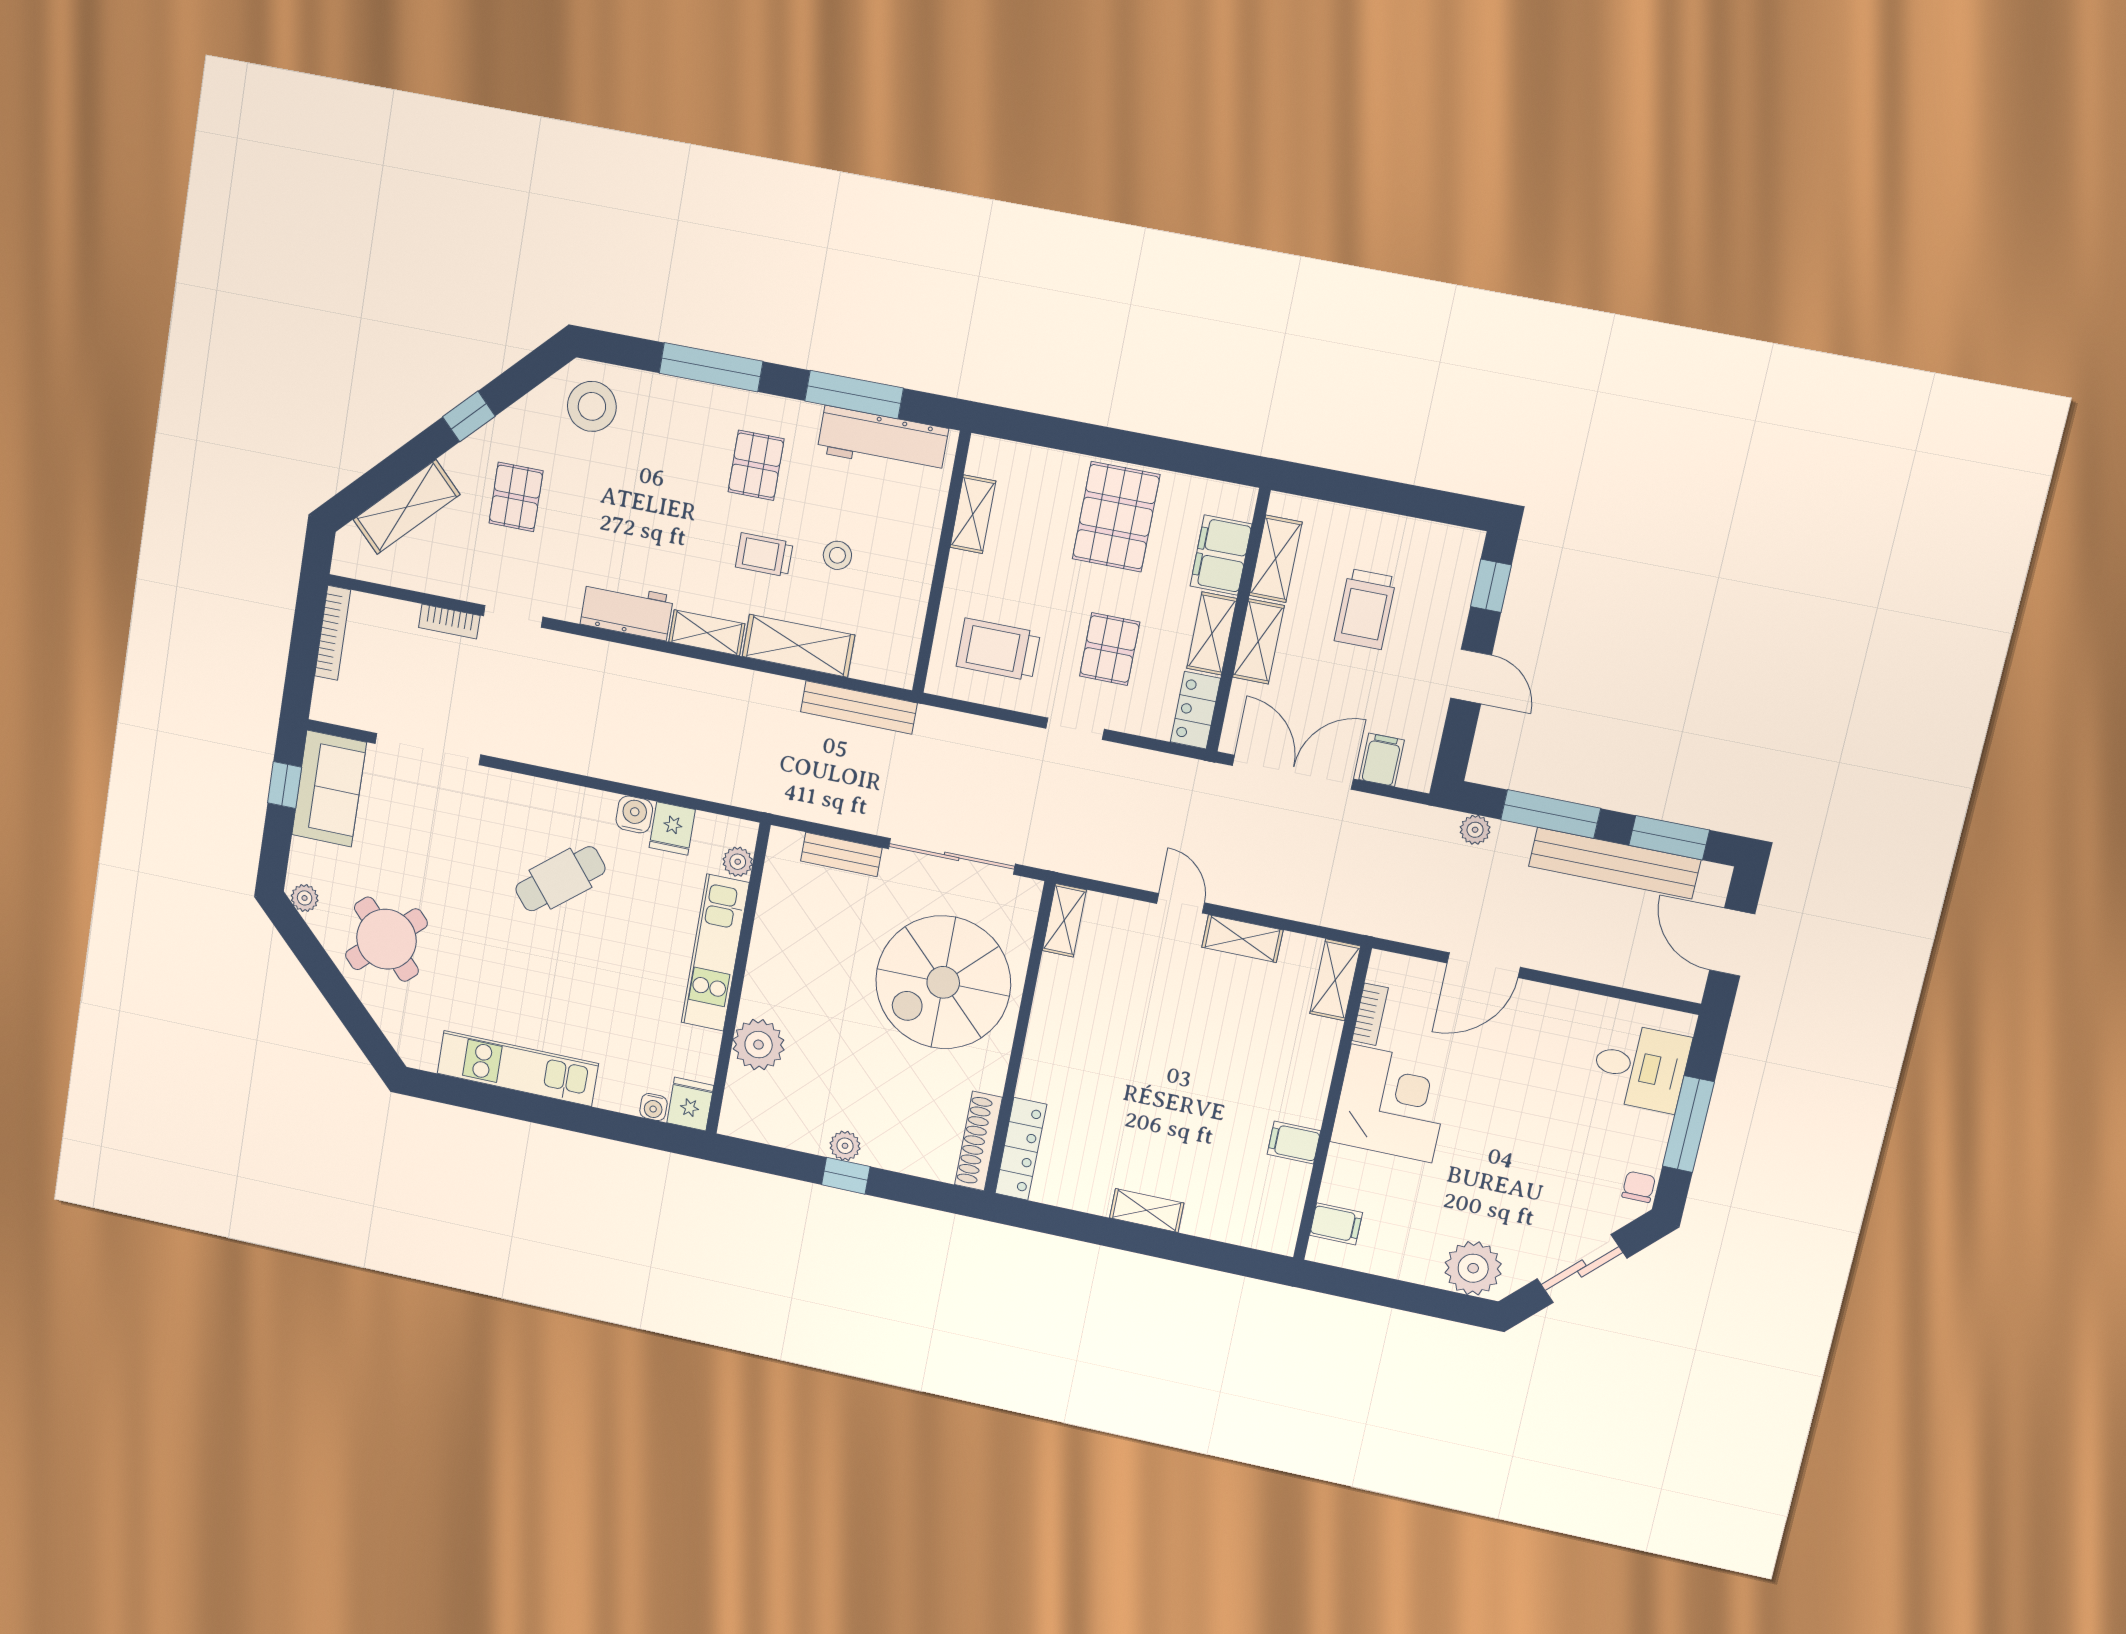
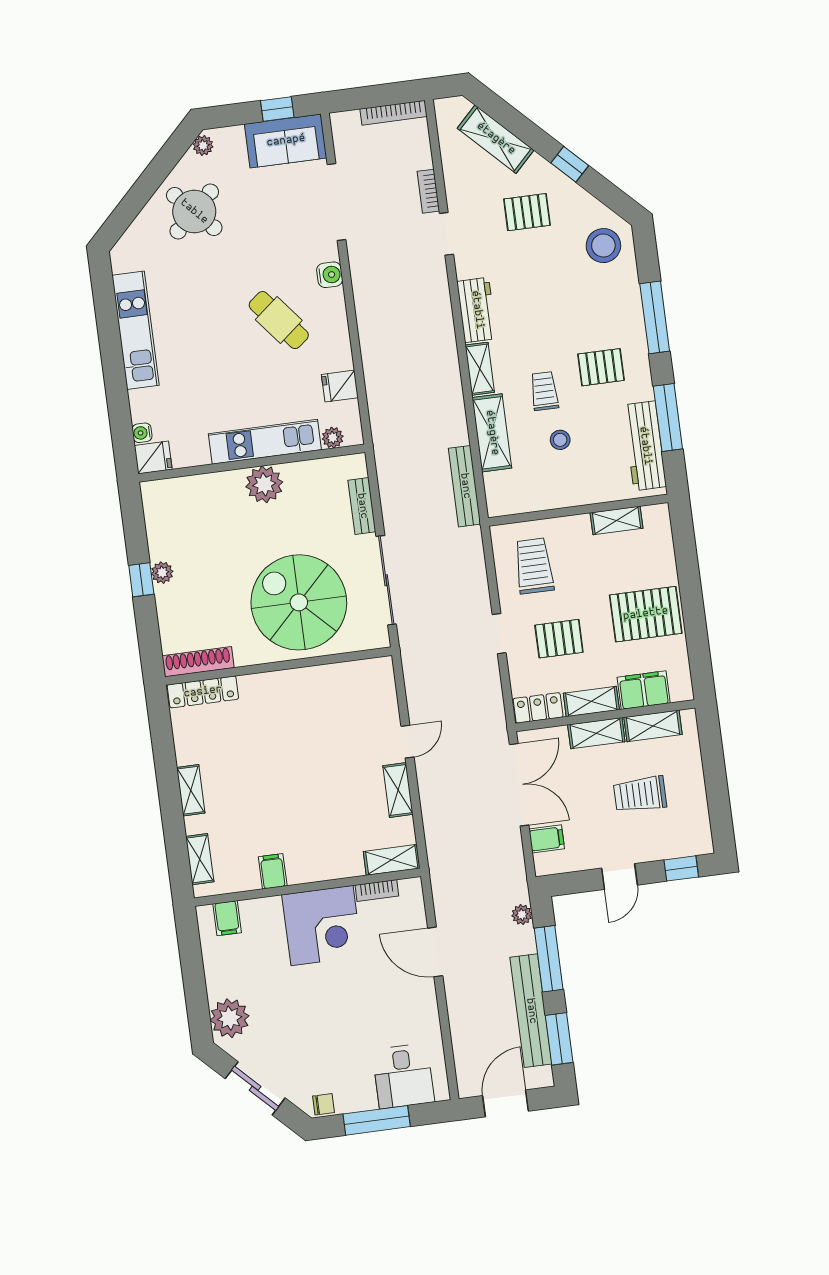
water cooler: (634, 814) -> (330, 275), moved
shelving: (1064, 920) -> (200, 859), moved, turned 90
plant: (759, 1045) -> (264, 484), moved

